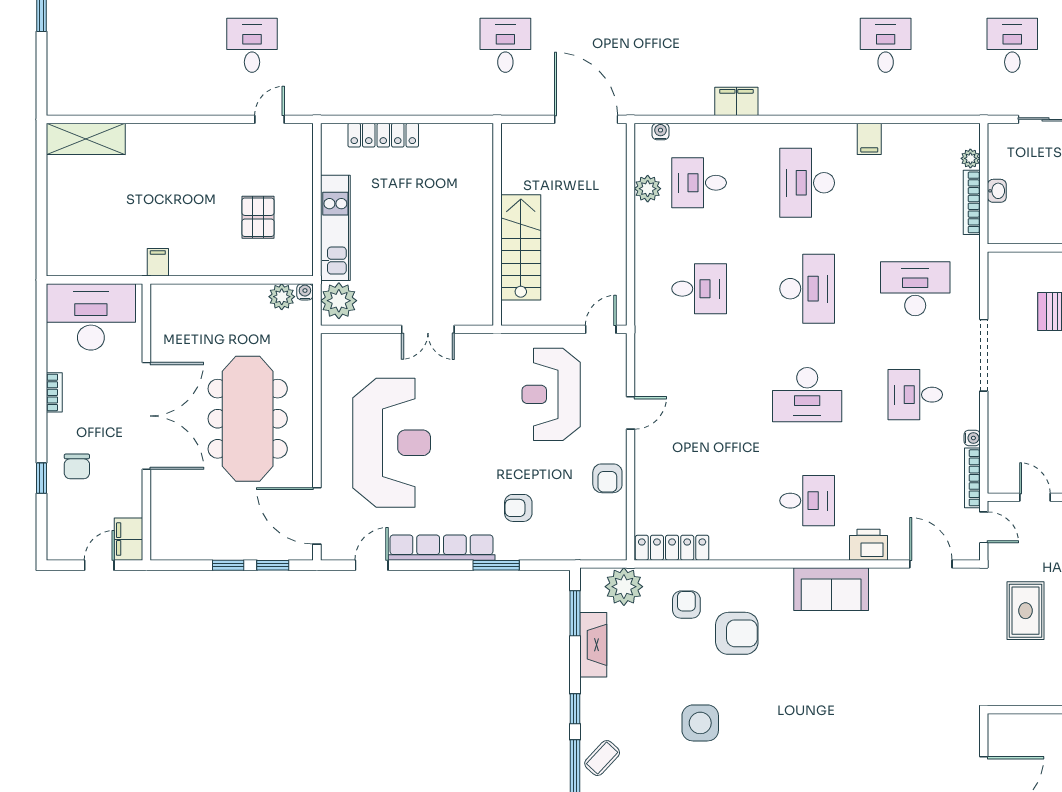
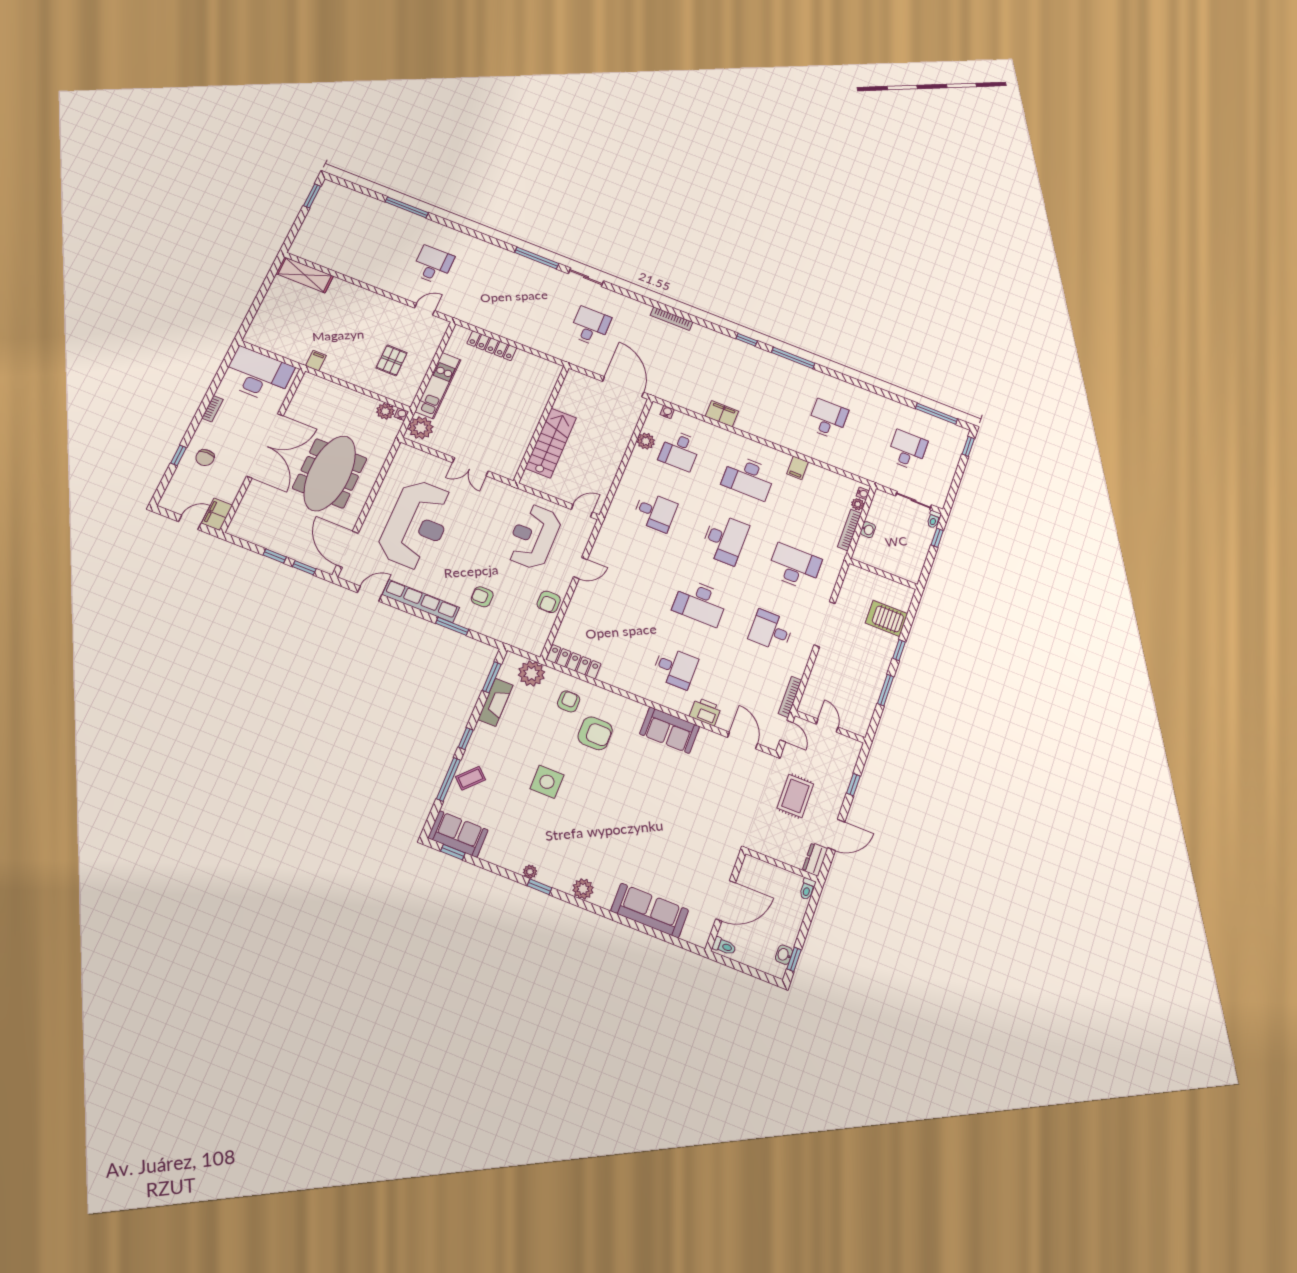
desk: (699, 183) -> (680, 451), turned -90
desk: (807, 183) -> (749, 477), turned -90
water cooler: (972, 438) -> (863, 493), moved

